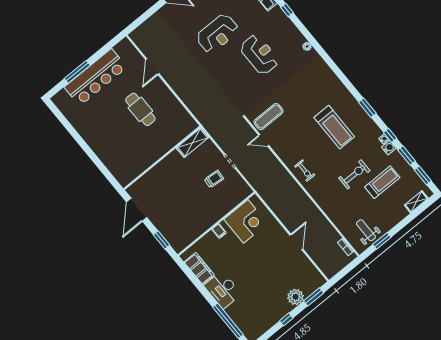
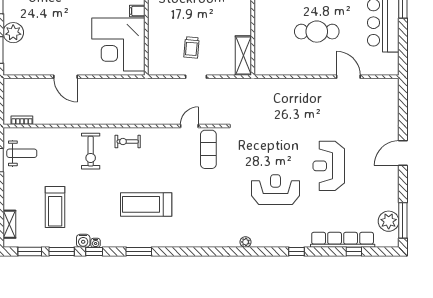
reception desk: (259, 54) -> (276, 190), turned 180
exercise bike: (354, 174) -> (91, 151), moved
corner desk: (246, 221) -> (118, 44), width x1.36, depth x1.36

